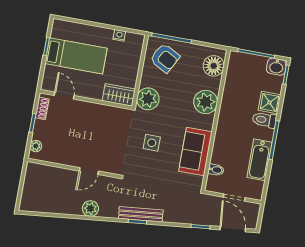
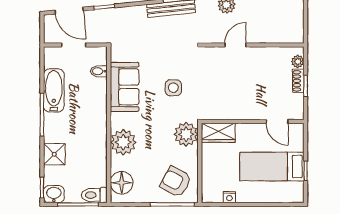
shoe rack: (42, 108) -> (298, 81), moved
toilet: (264, 120) -> (94, 195), moved, turned 180

